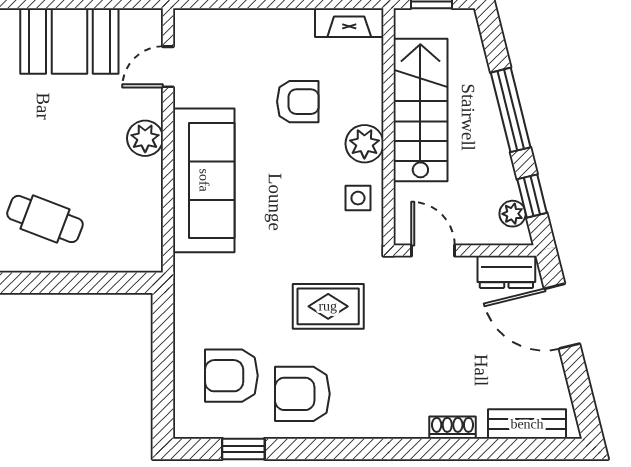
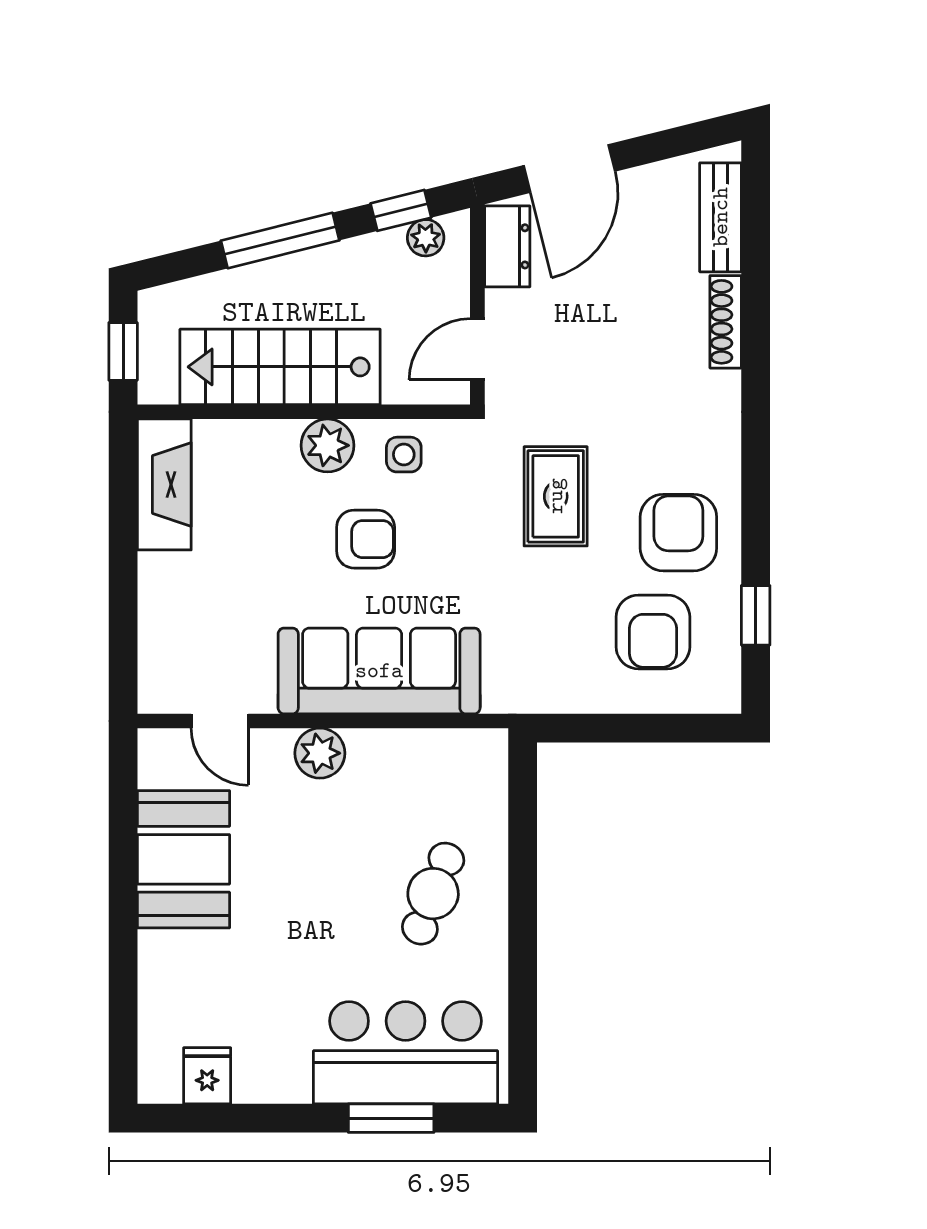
fireplace: (349, 23) -> (164, 484), width x1.37, depth x1.32
armchair: (298, 102) -> (366, 539), moved, turned 90
armchair: (302, 394) -> (678, 533), turned 180
shoe rack: (453, 428) -> (726, 322), width x1.43

